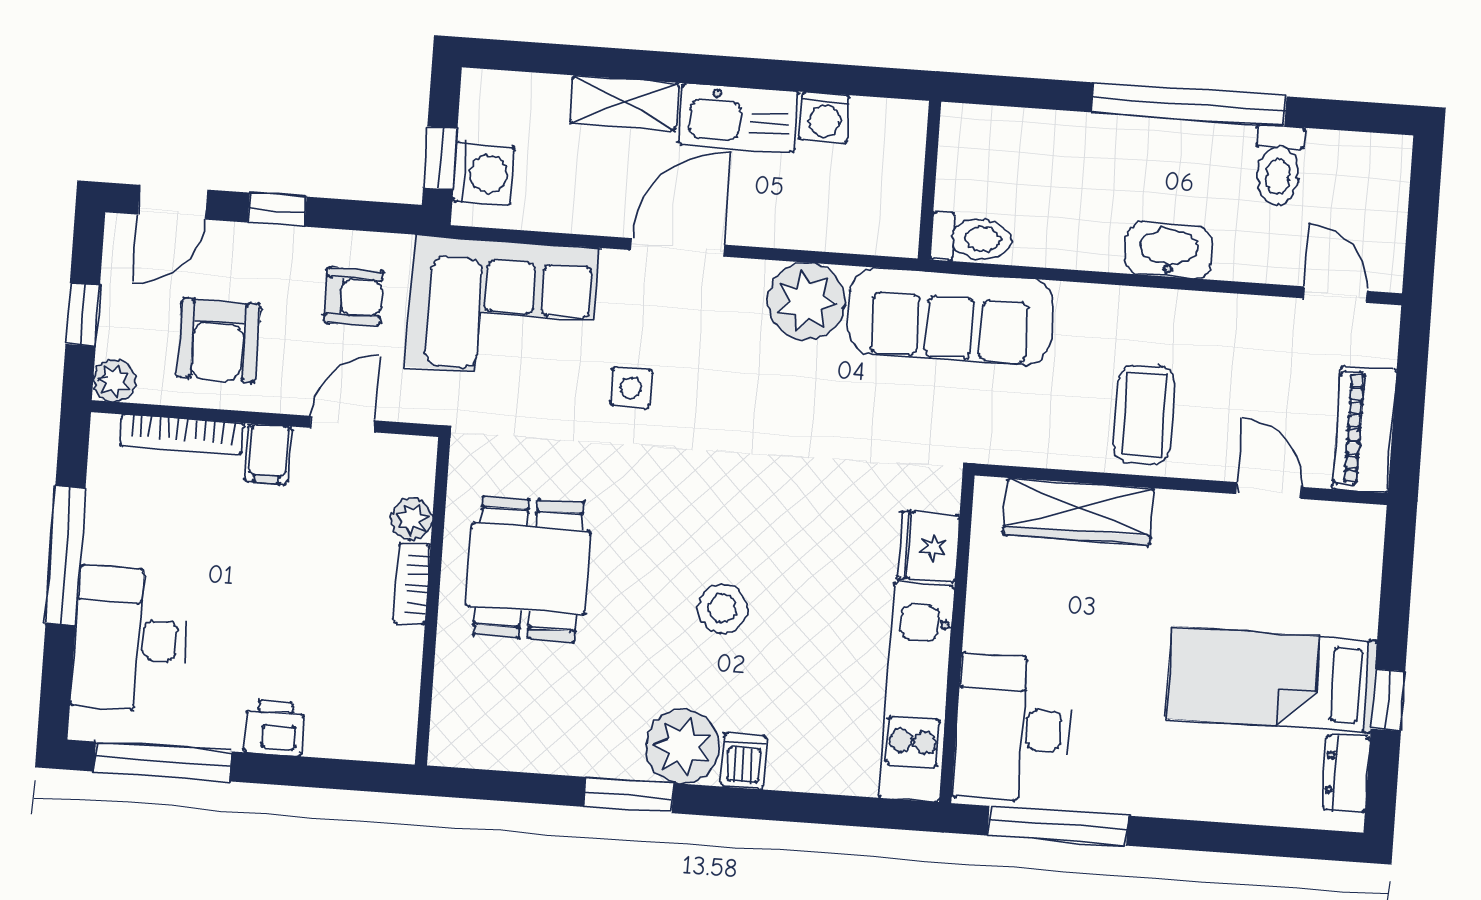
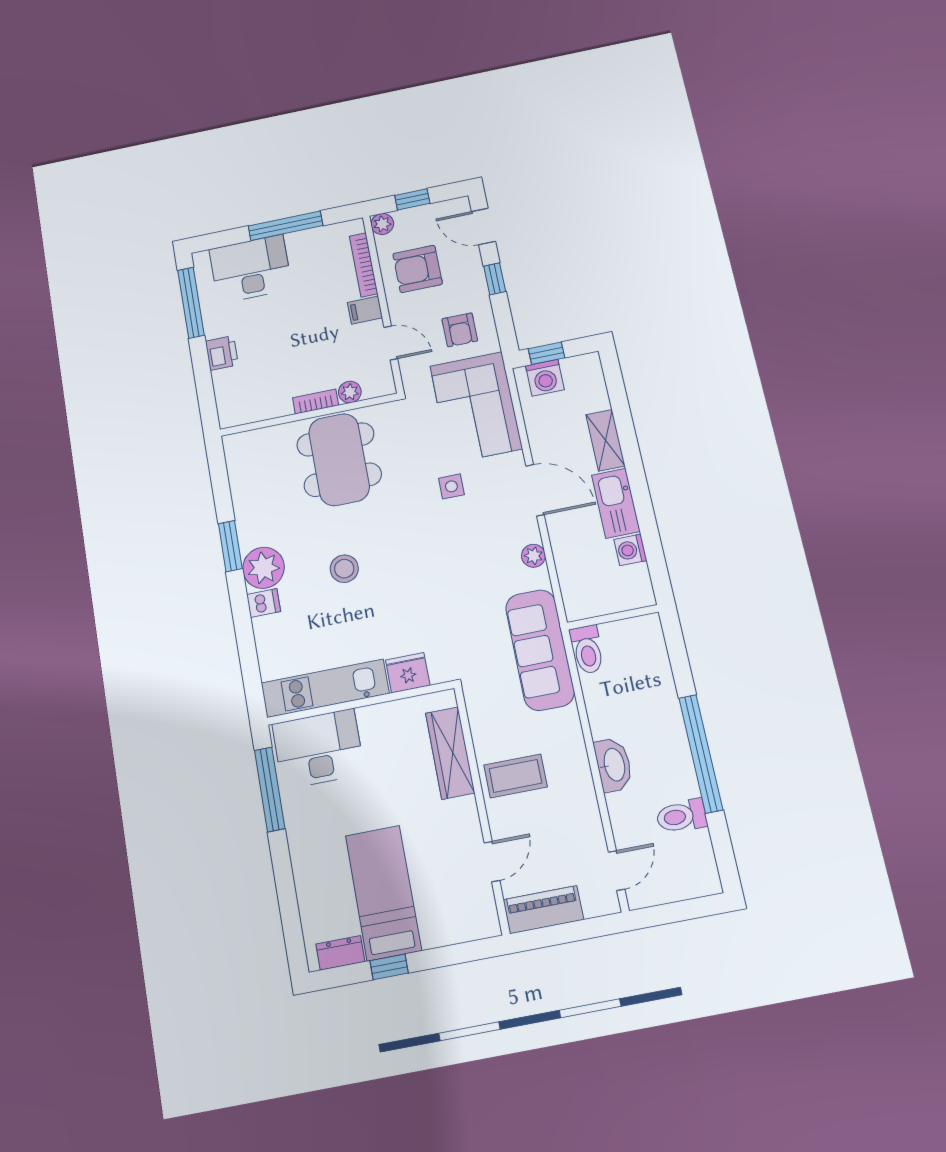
plant: (806, 301) -> (533, 556), width x0.53, depth x0.53
dining table: (528, 569) -> (339, 460), width x1.38

